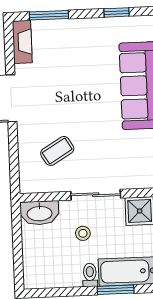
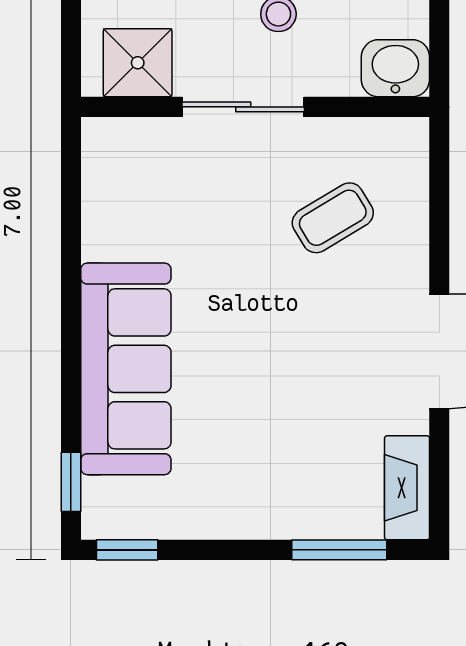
window: (117, 12) -> (127, 550), moved
washbasin: (39, 213) -> (395, 68), width x0.72

